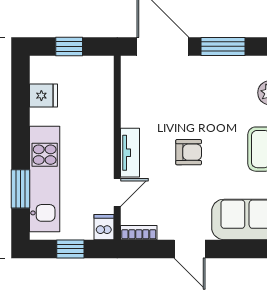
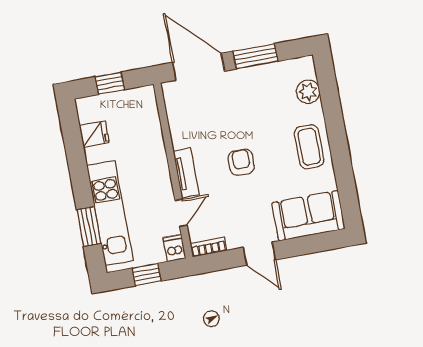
armchair: (189, 152) -> (241, 162), turned -90

